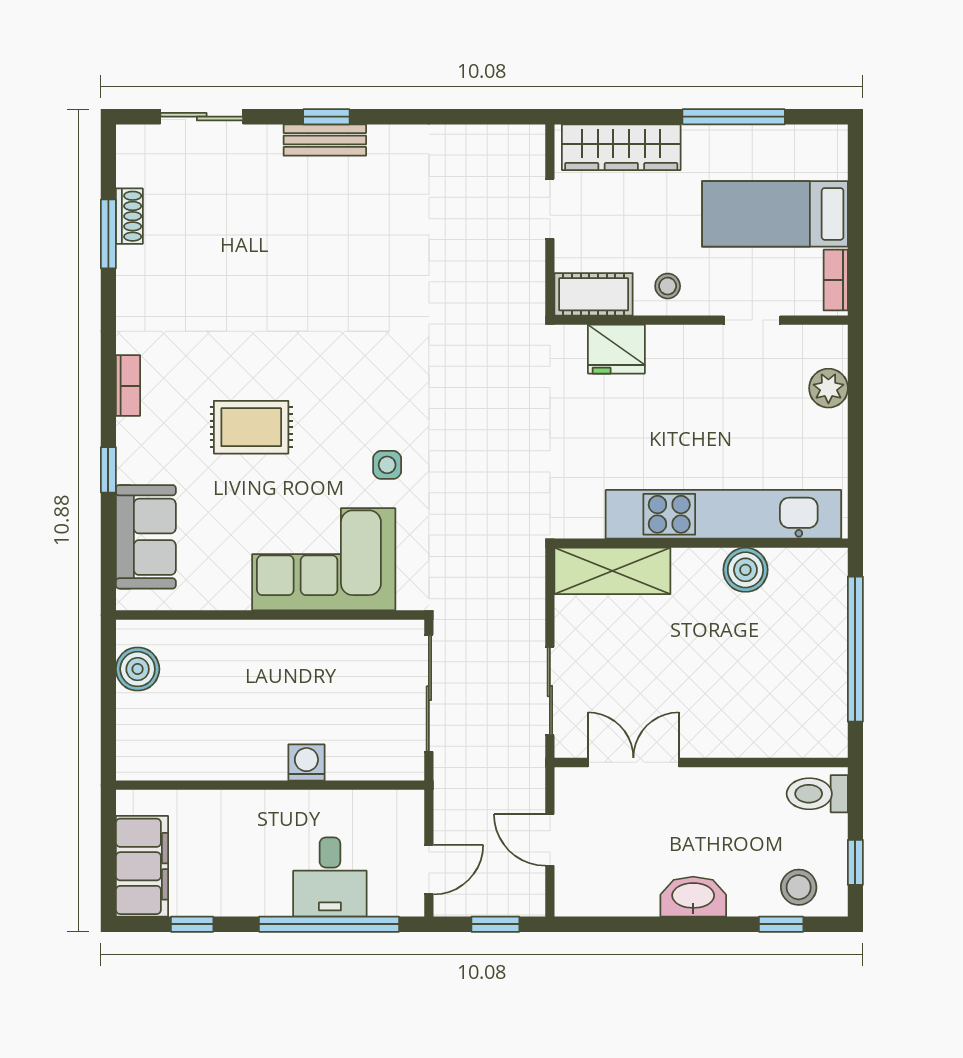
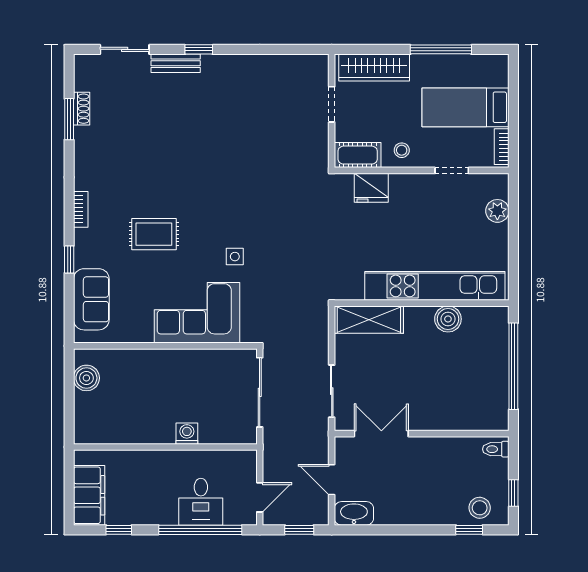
bench: (325, 140) -> (176, 63), moved
toilet: (817, 794) -> (496, 449), width x0.73, depth x0.72
washbasin: (693, 897) -> (354, 513), moved

